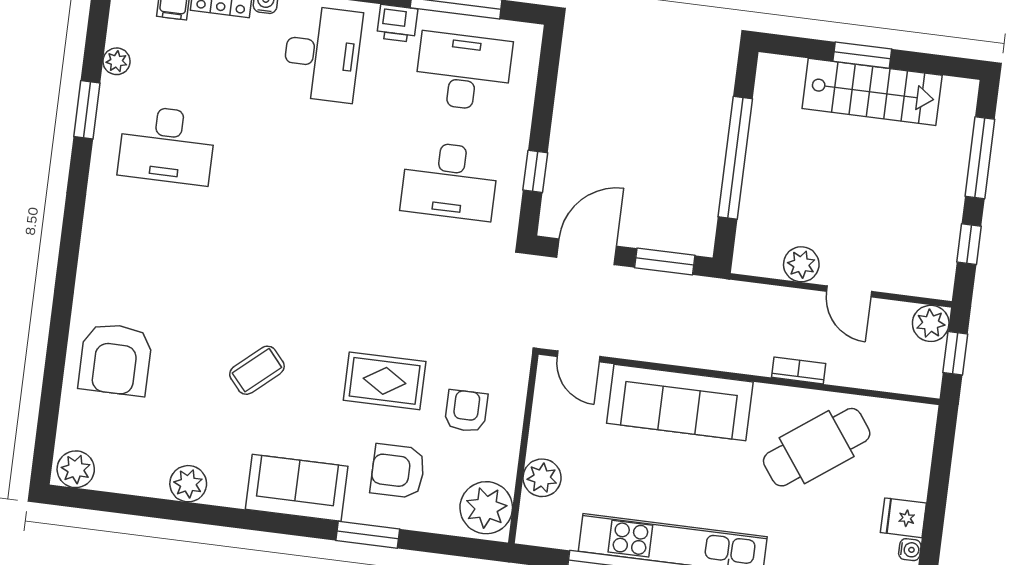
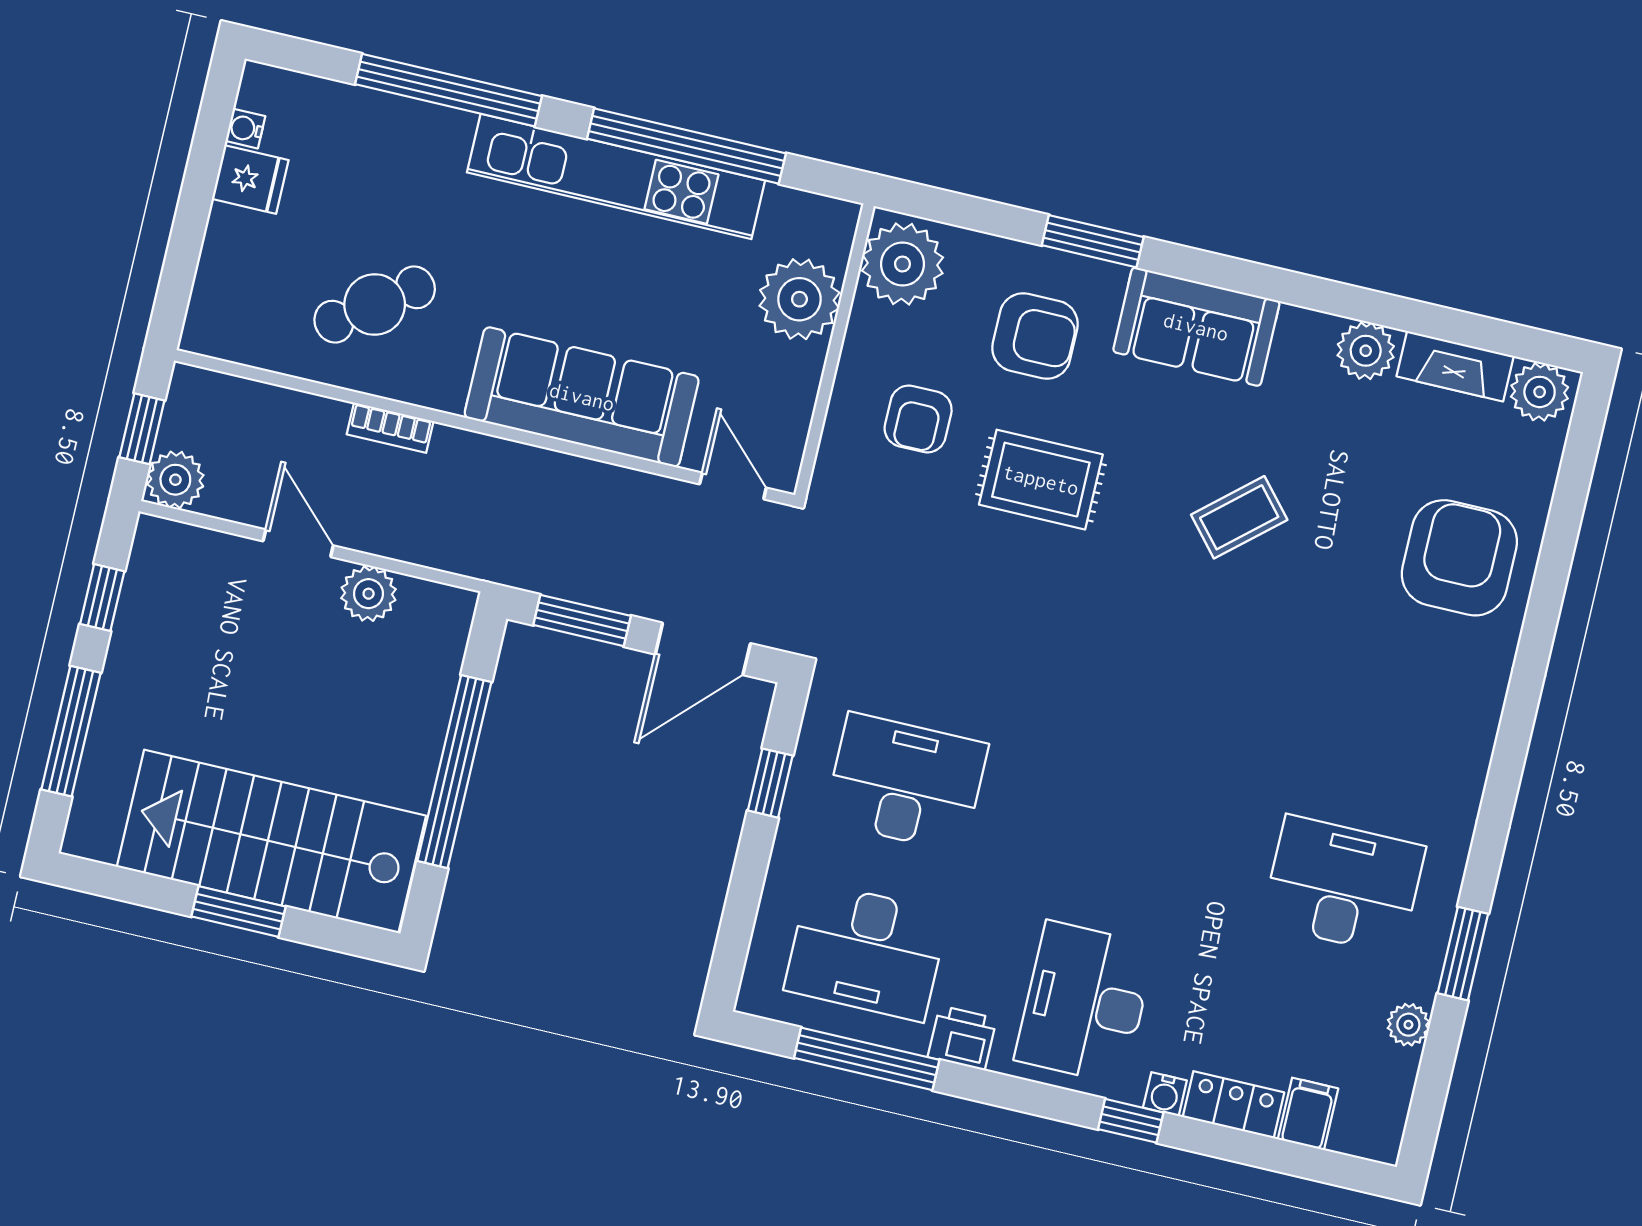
stairs: (872, 92) -> (271, 841), width x1.36, depth x1.51
cafe table: (817, 447) -> (375, 304), width x0.73, depth x0.74
plant: (542, 478) -> (799, 299), width x1.36, depth x1.36
fireplace: (131, 480) -> (1455, 366), added

